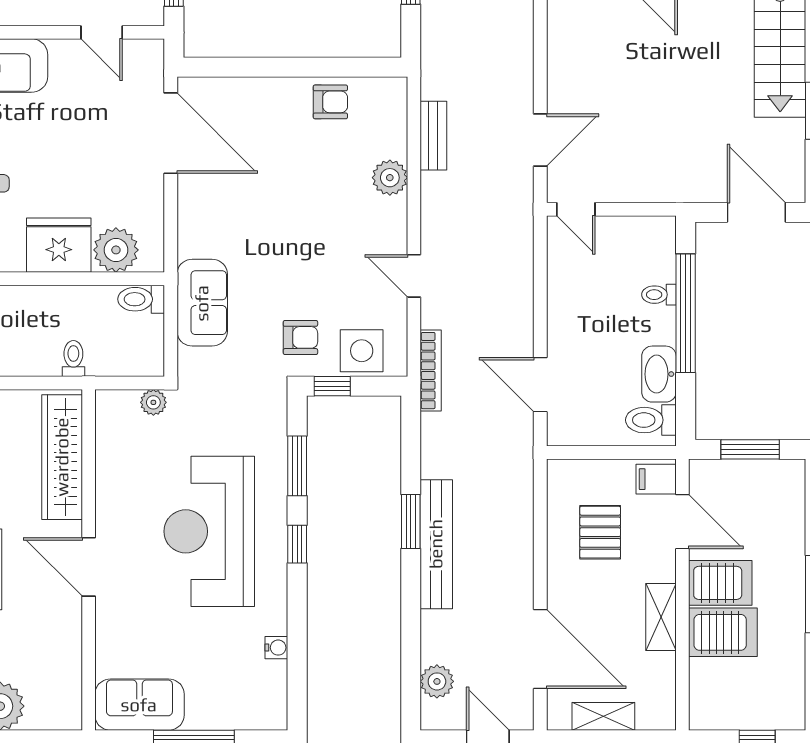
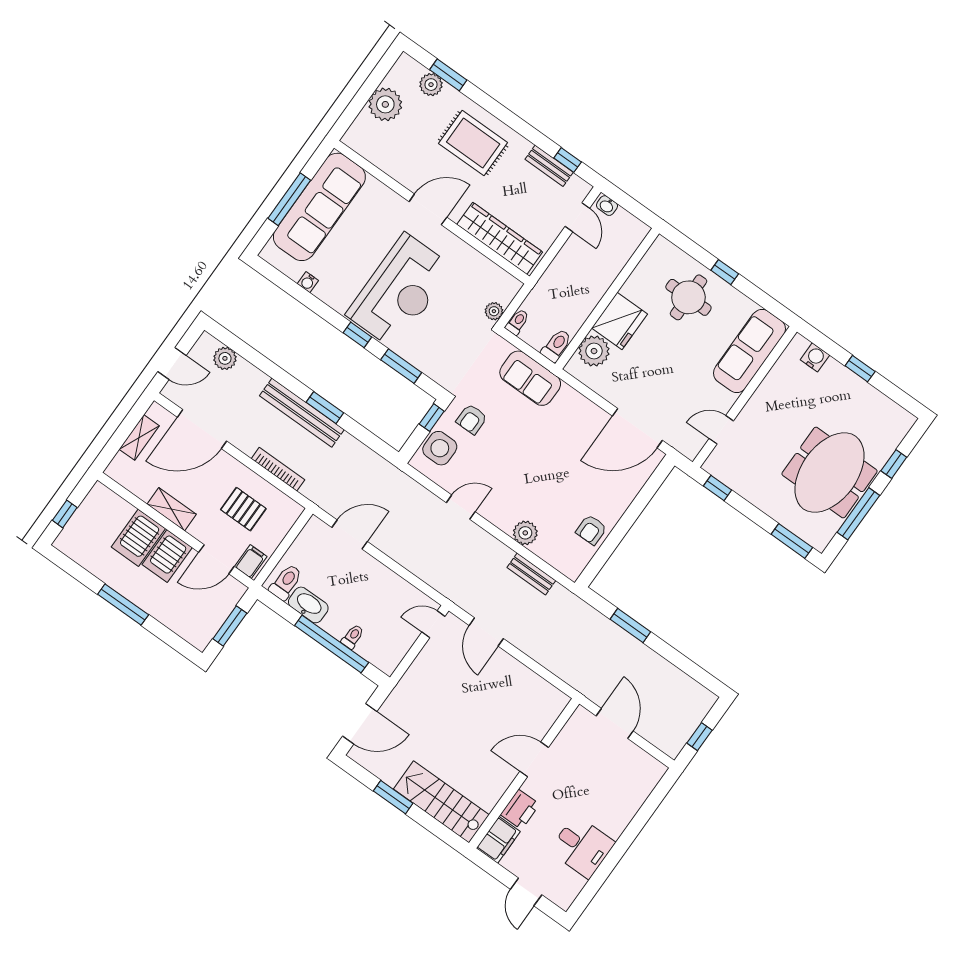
toilet: (73, 359) -> (517, 322), moved, turned -90
bookcase: (431, 371) -> (278, 469), moved, turned 180
reception desk: (209, 531) -> (400, 291), turned 90
sofa: (139, 705) -> (319, 207), width x1.85, depth x1.27

